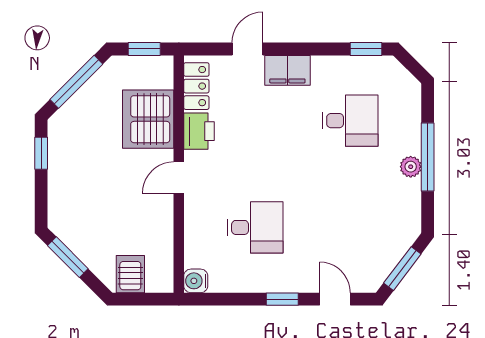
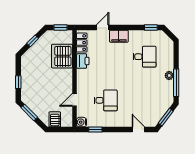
window: (76, 82) -> (33, 41), width x0.46
window: (41, 153) -> (18, 82), moved
window: (428, 157) -> (176, 83), moved
door: (179, 178) -> (75, 100), moved
window: (282, 299) -> (95, 130), moved

